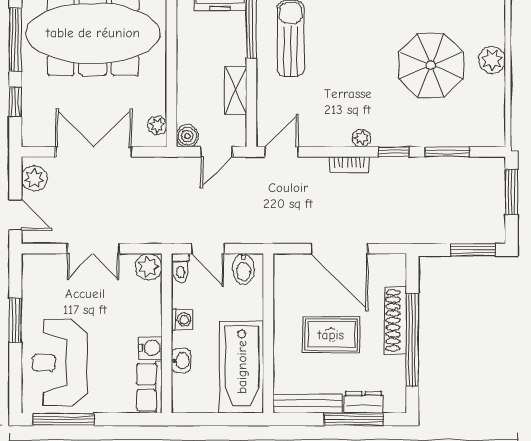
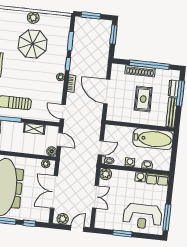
door: (339, 249) -> (107, 92), swing flipped
bidet: (243, 269) -> (111, 134), removed

